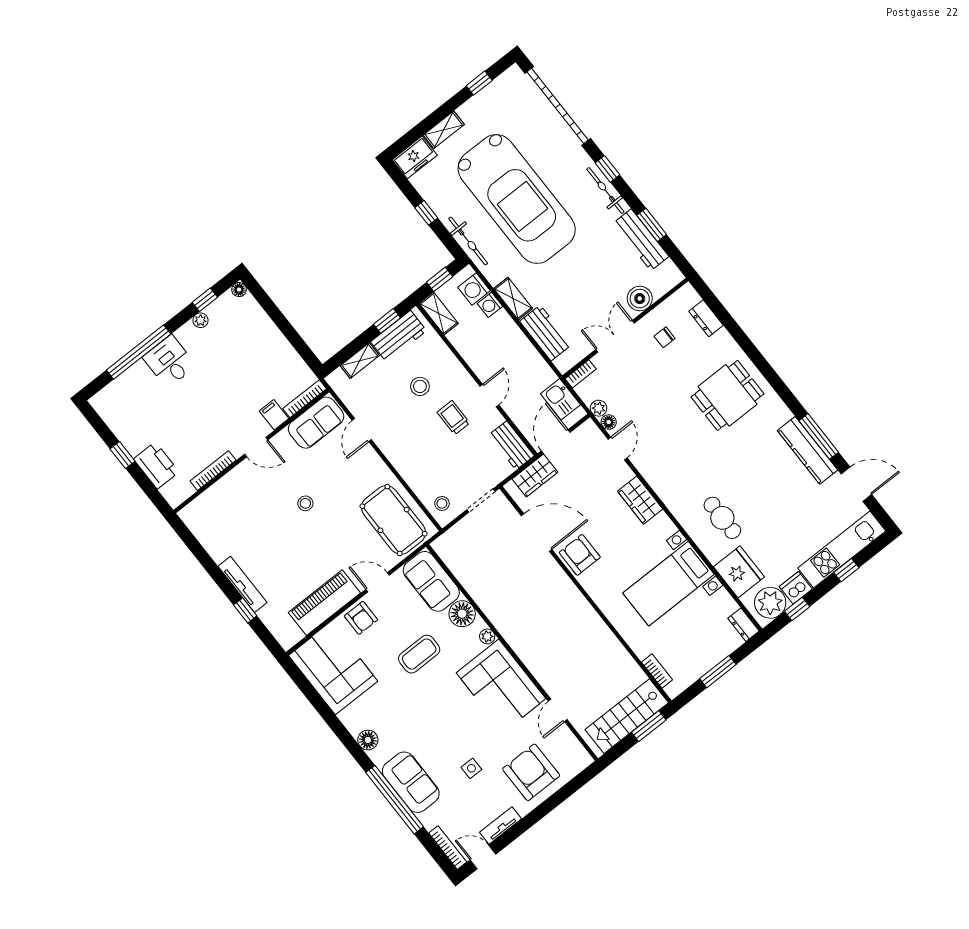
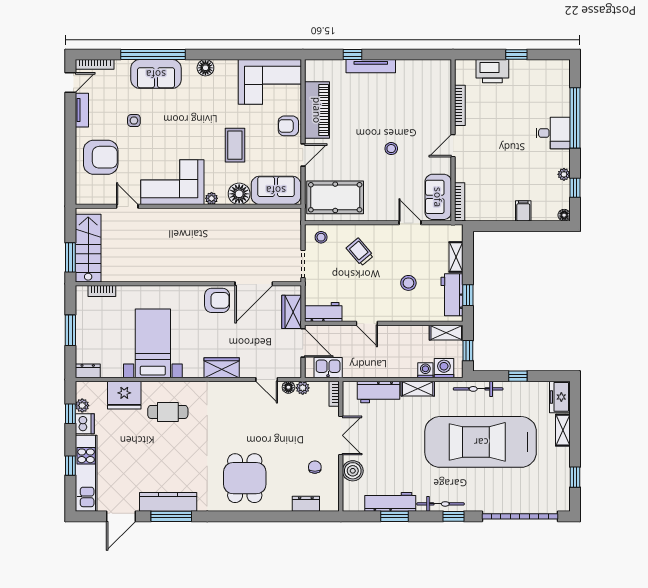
filing cabinet: (274, 415) -> (523, 211), moved, turned -90
trolley: (453, 418) -> (360, 252), moved, turned -130
plant: (770, 603) -> (82, 405), width x0.53, depth x0.53

